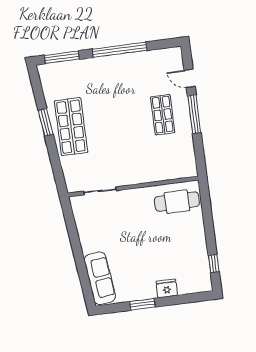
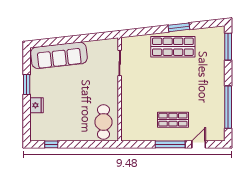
window: (120, 50) -> (228, 107), moved
sofa: (100, 278) -> (59, 55), width x1.36, depth x1.27

